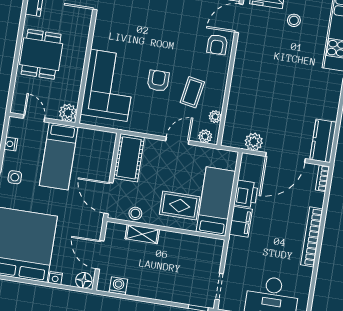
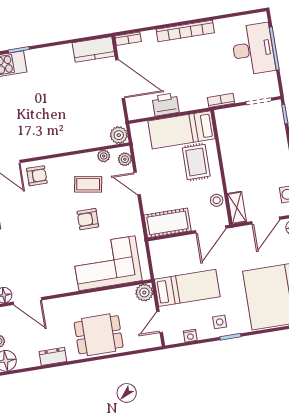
plant: (254, 142) -> (119, 135), moved
filing cabinet: (241, 222) -> (193, 101), removed
shelving: (142, 234) -> (237, 208), moved
bookcase: (232, 250) -> (221, 100), added

